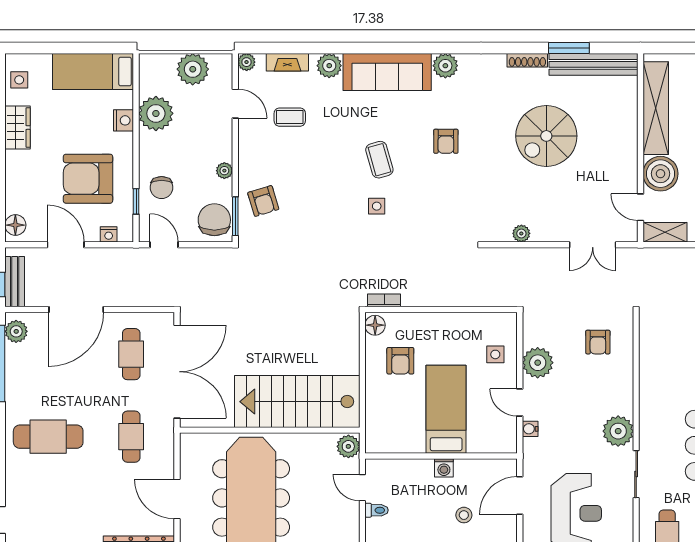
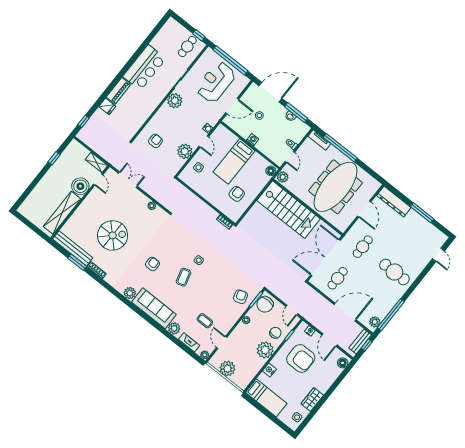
plant: (156, 113) -> (265, 350), moved
floor lamp: (375, 325) -> (271, 171), moved

